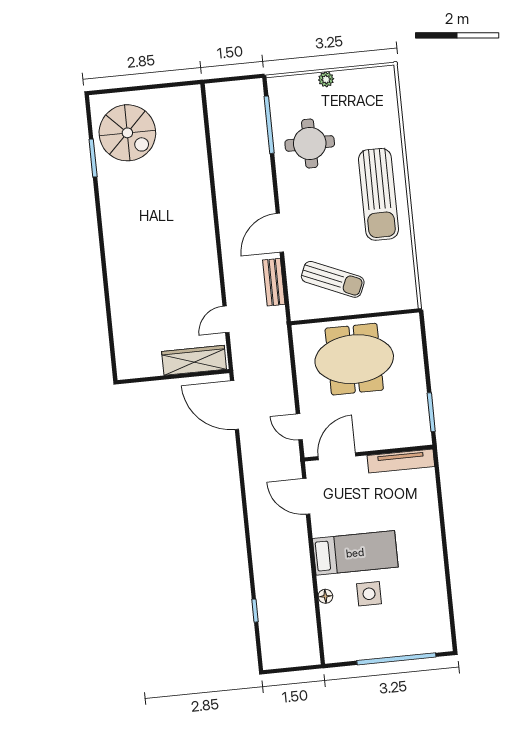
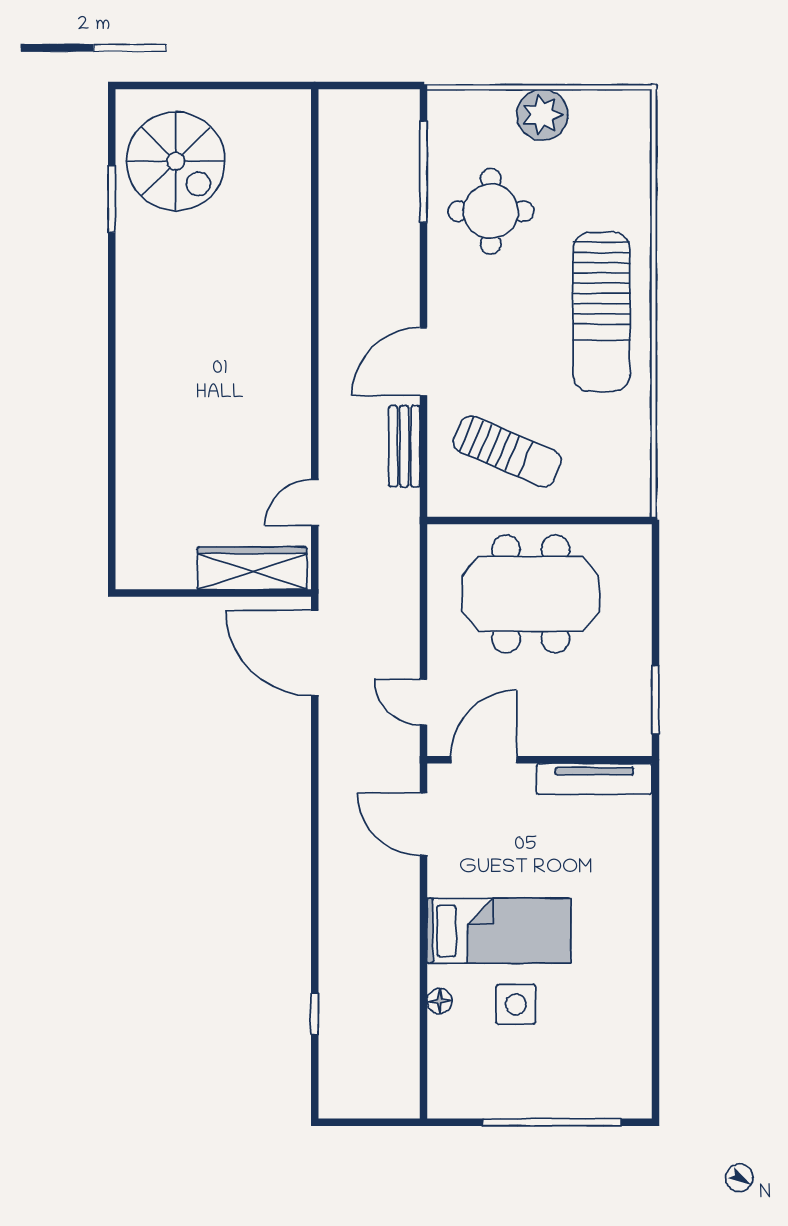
plant: (326, 79) -> (542, 115), width x1.88, depth x1.88

